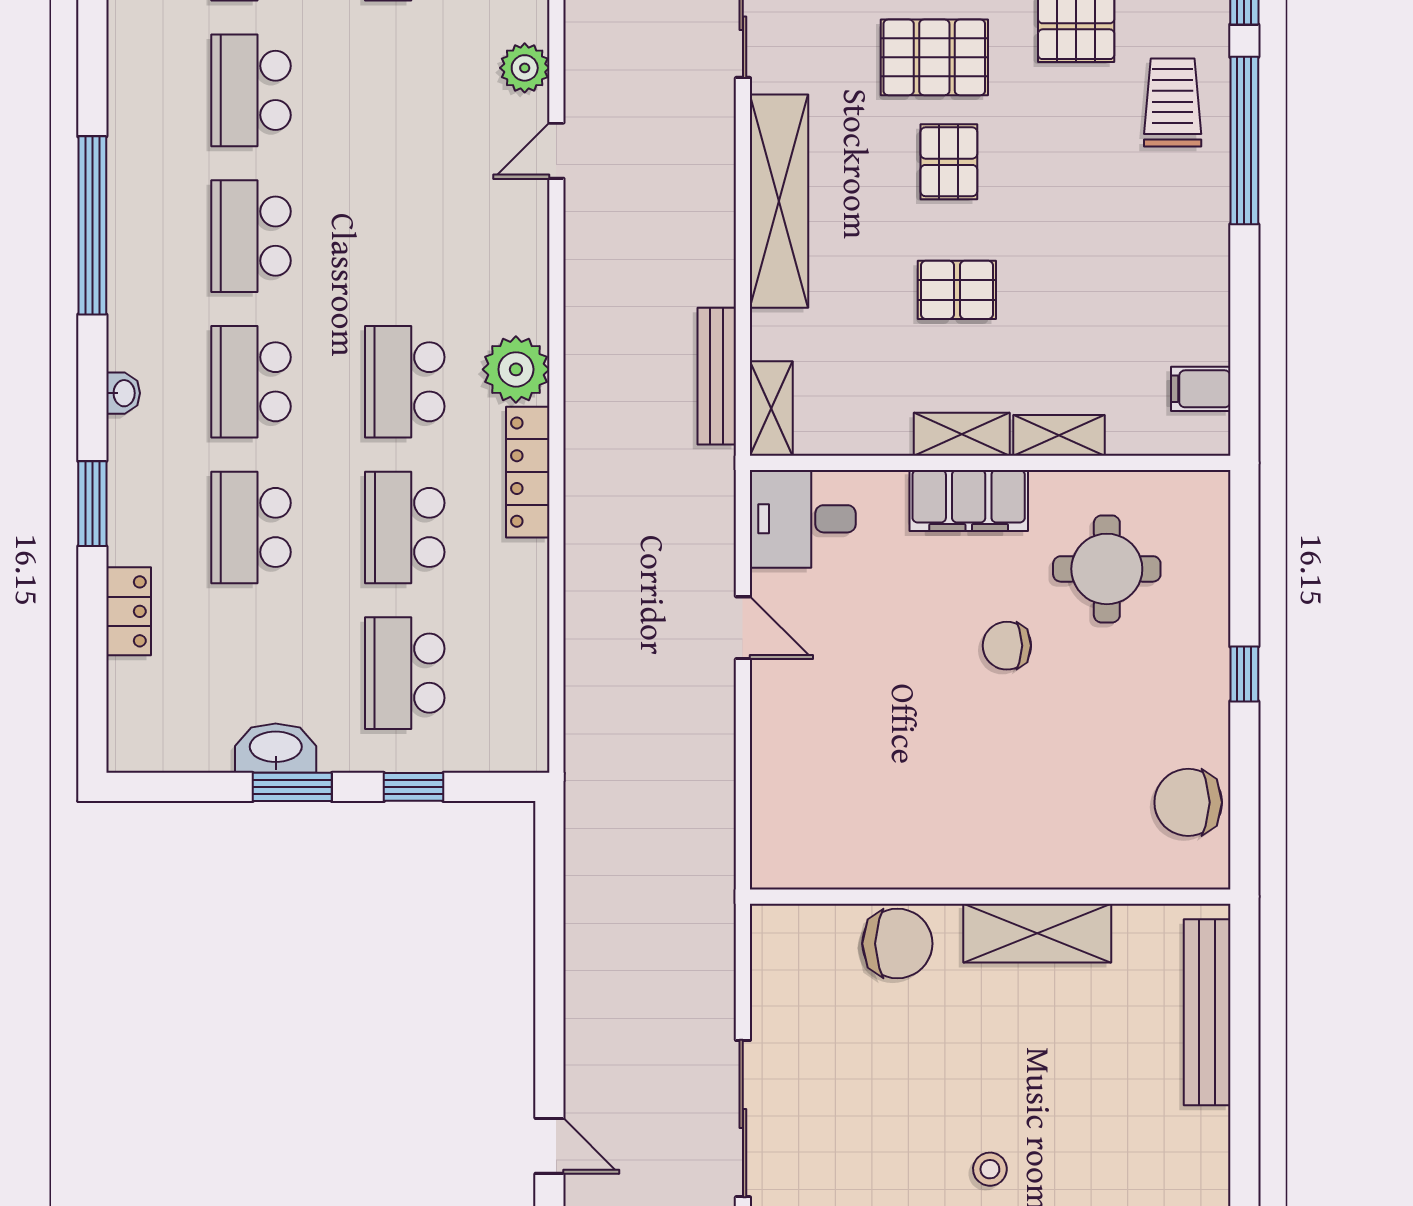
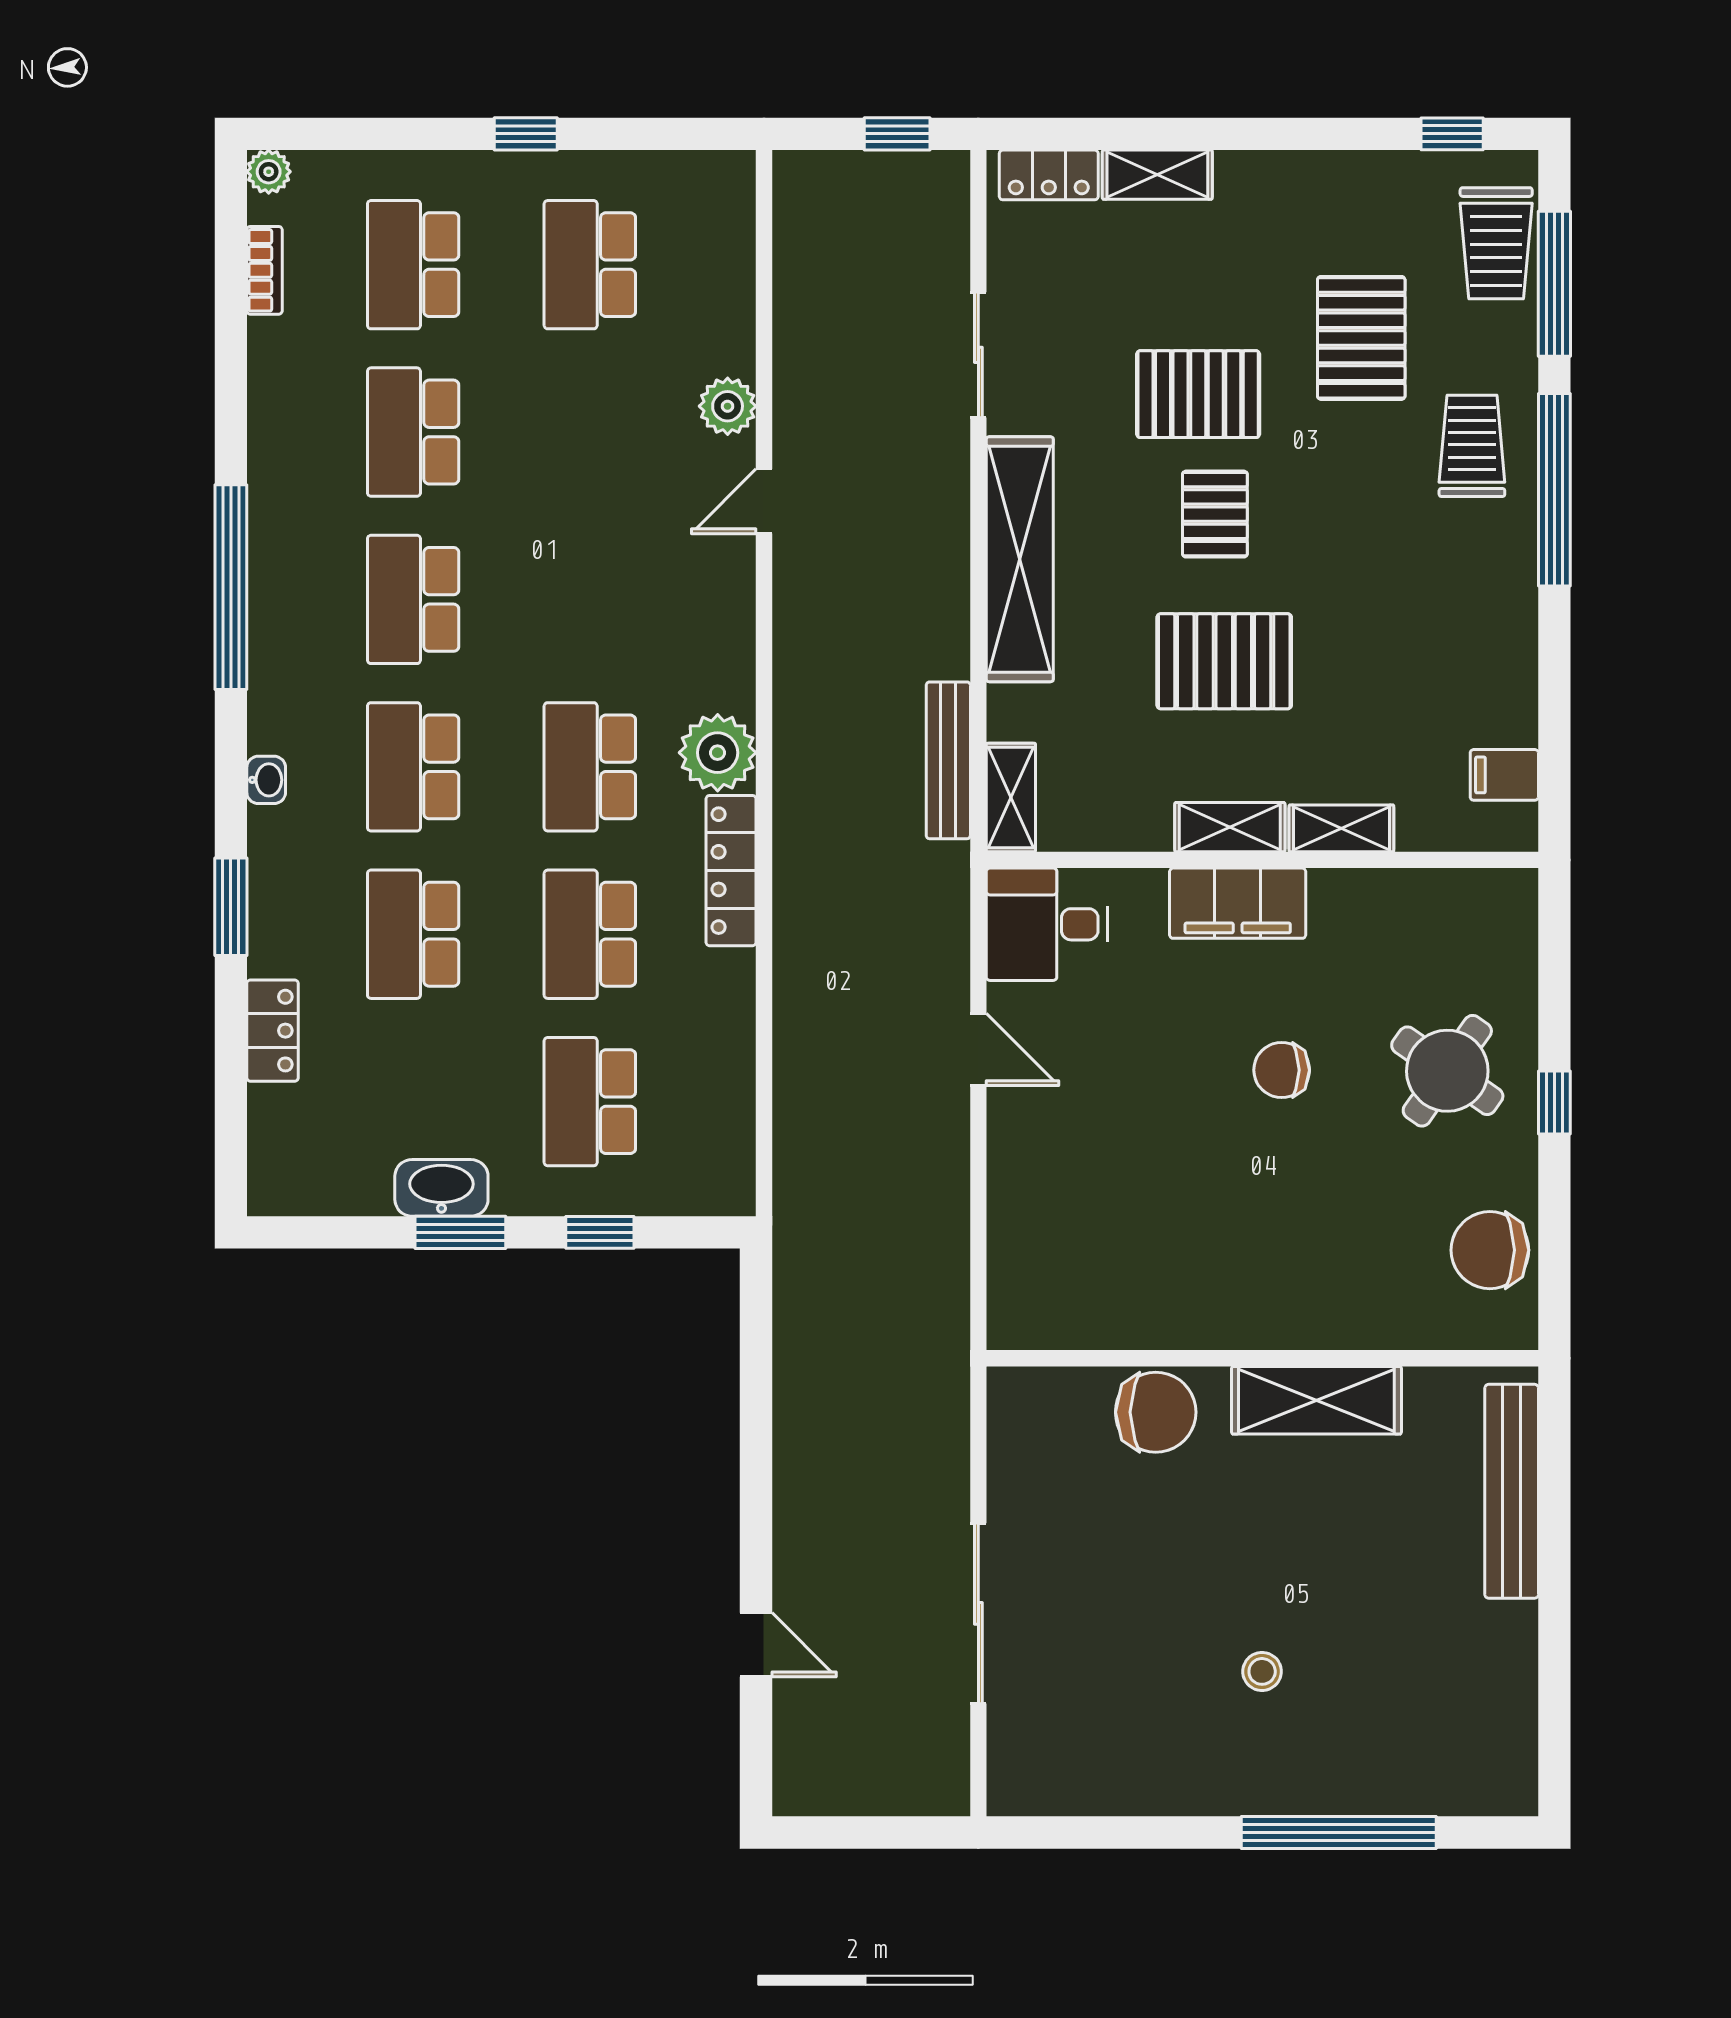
pallet: (957, 290) -> (1224, 661), width x1.50, depth x1.42
round table: (1107, 569) -> (1447, 1071), moved, turned 35

